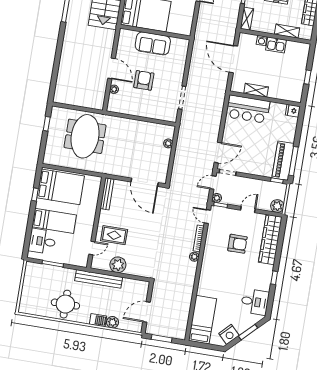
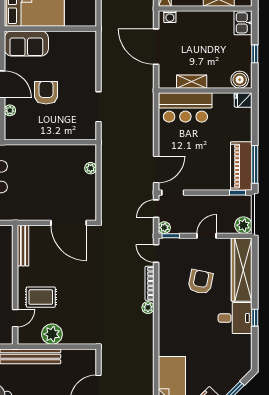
washing machine: (262, 40) -> (170, 17), moved
sofa: (153, 43) -> (26, 43), moved
kitchen sink: (276, 45) -> (243, 23), moved, turned 90
boiler: (293, 95) -> (240, 80), added
armchair: (237, 244) -> (200, 282), turned -78
desk: (255, 302) -> (235, 318), moved

